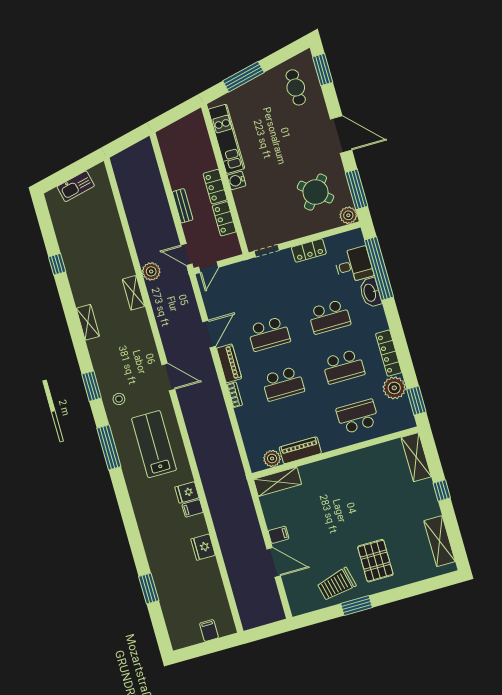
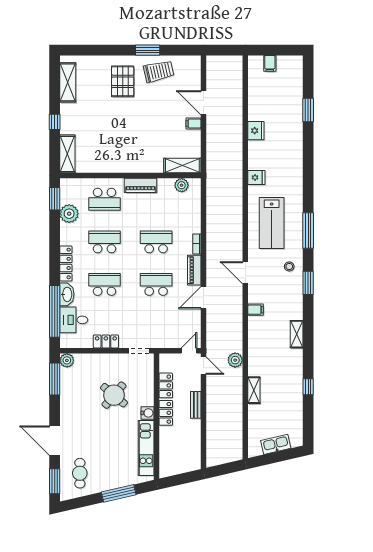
door: (341, 135) -> (55, 441), moved
round table: (316, 192) -> (114, 395), moved
shelving: (134, 293) -> (254, 390), moved
locker: (389, 353) -> (66, 263), moved
piano: (300, 450) -> (140, 185), moved
filing cabinet: (193, 508) -> (256, 310), moved

